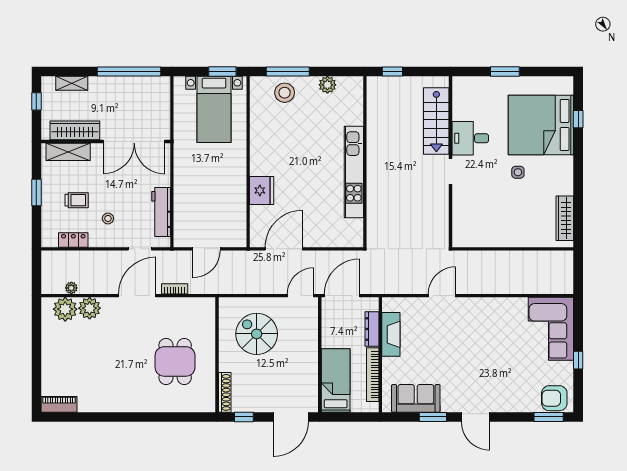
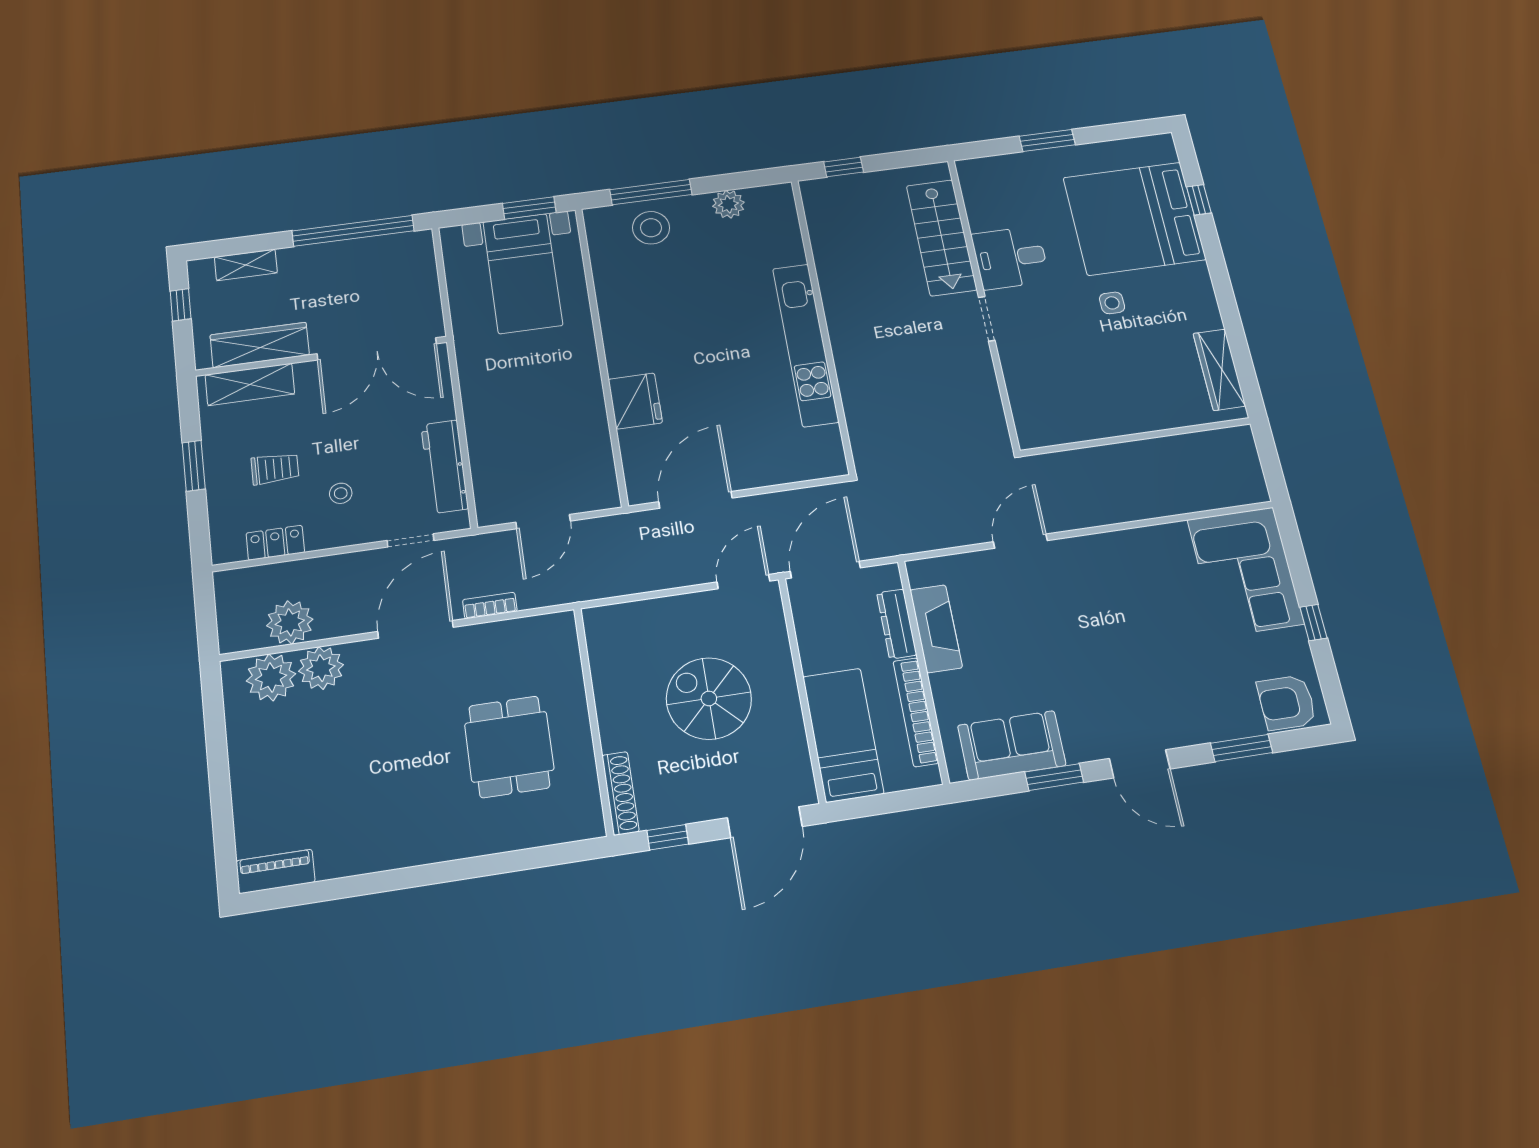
plant: (71, 288) -> (290, 622), width x1.88, depth x1.88
spiral stairs: (257, 334) -> (709, 698), moved
window: (549, 417) -> (1242, 748), moved

